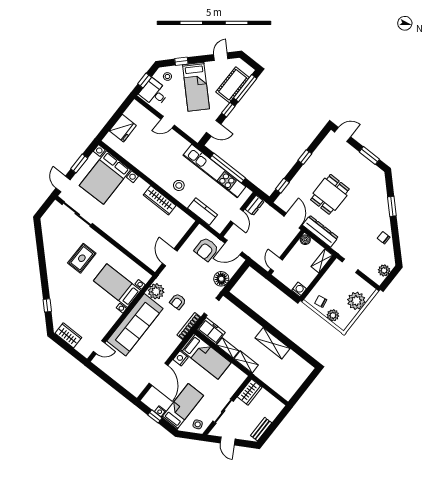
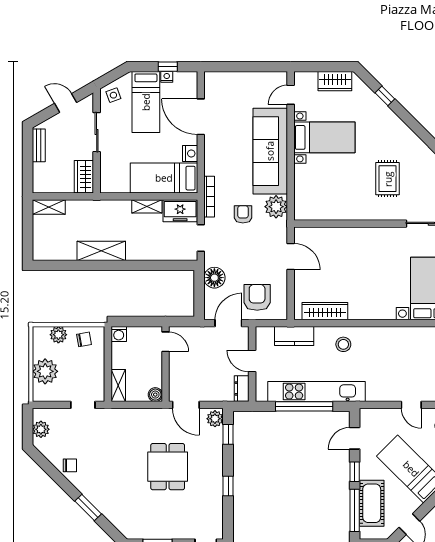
door: (168, 122) -> (411, 405), swing flipped
wardrobe: (160, 200) -> (325, 311), moved
plant: (283, 200) -> (215, 419), added
dresser: (320, 231) -> (146, 417), removed
bed with nightstands: (117, 286) -> (324, 137), moved
shelving: (246, 362) -> (49, 207), moved

